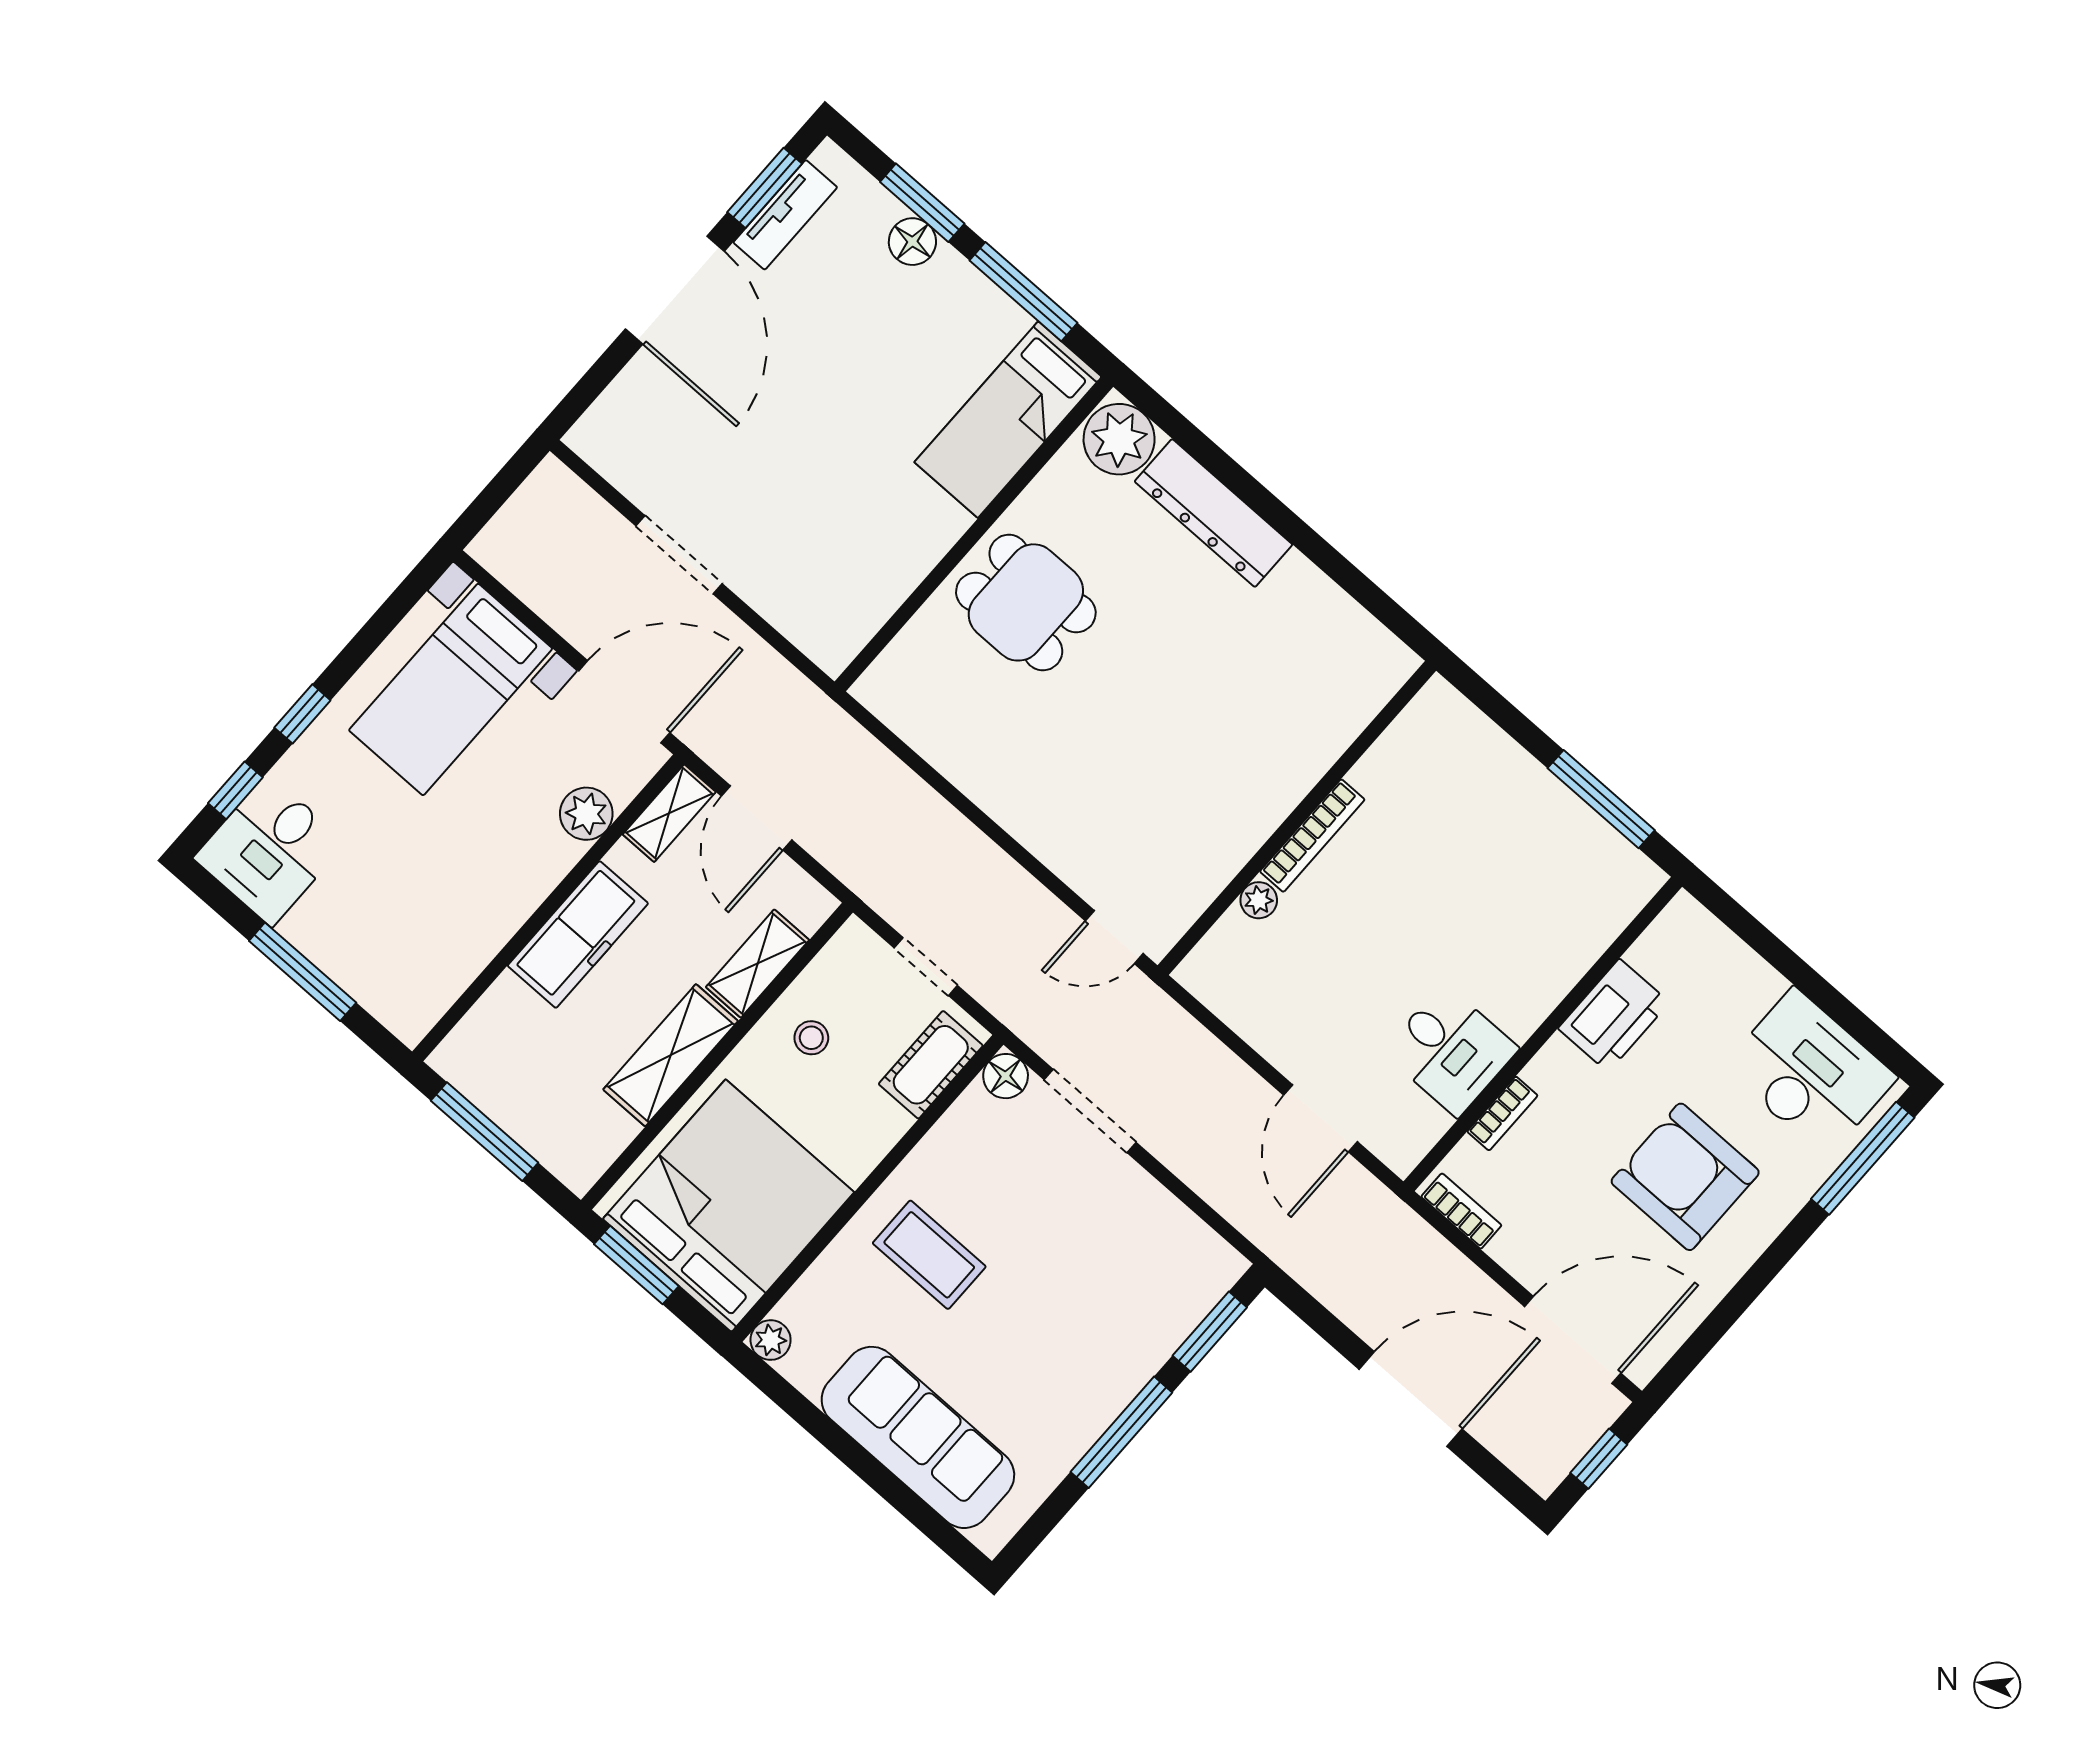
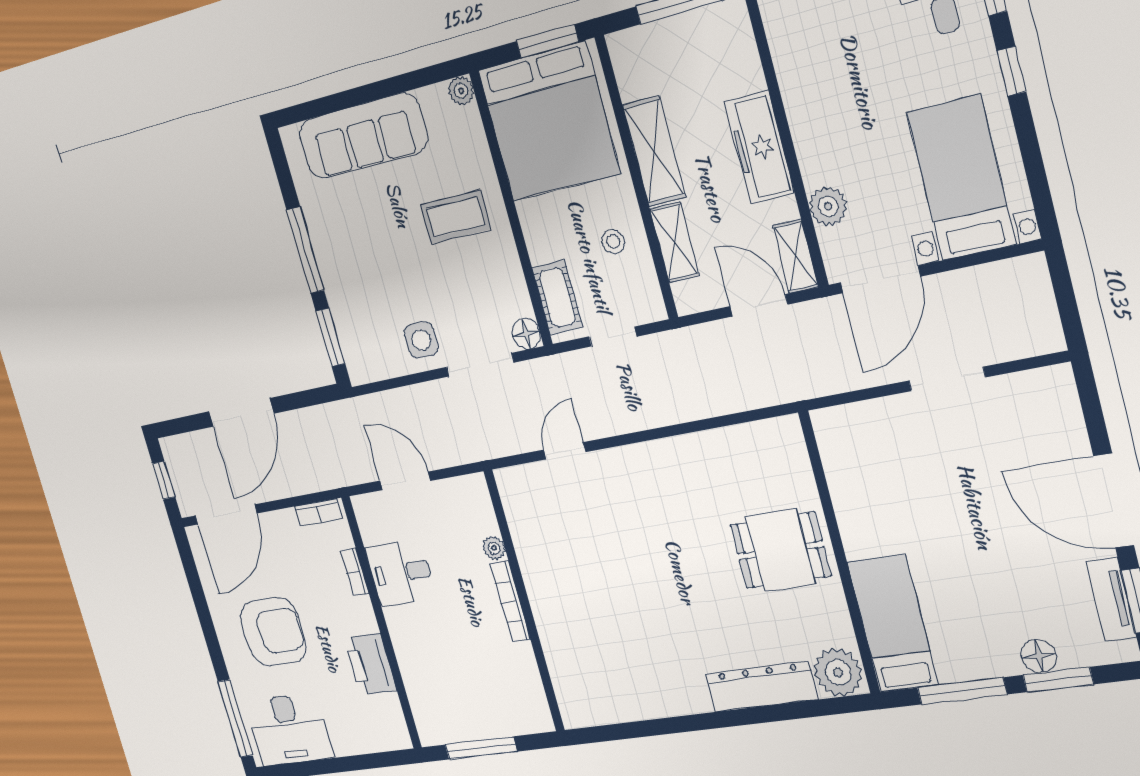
wall: (1297, 818) -> (524, 602), moved
bookcase: (1312, 836) -> (510, 602), moved
plant: (1259, 900) -> (494, 548), moved
side table: (1118, 1207) -> (421, 340), added

